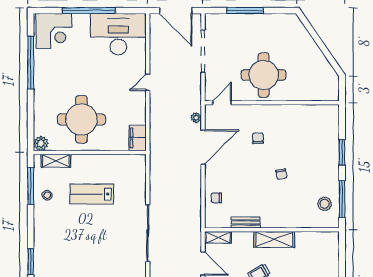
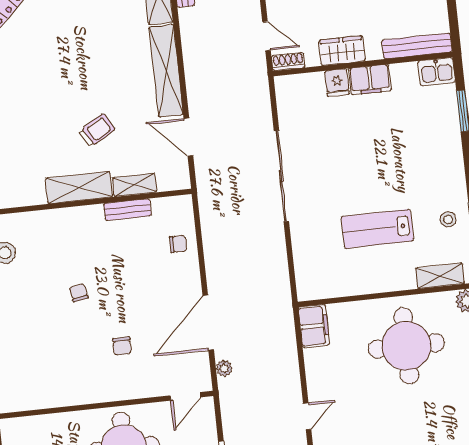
lab bench: (92, 194) -> (377, 229), turned 180
shelving: (218, 237) -> (135, 185), moved

